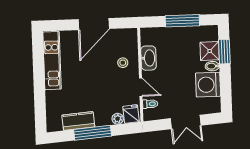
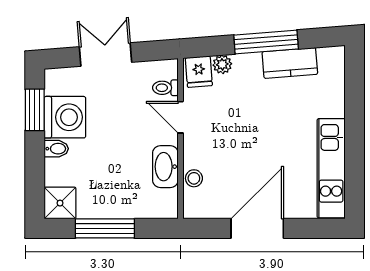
shower: (210, 51) -> (60, 203), moved
window: (224, 52) -> (35, 110), moved
stool: (123, 63) -> (194, 178), moved

